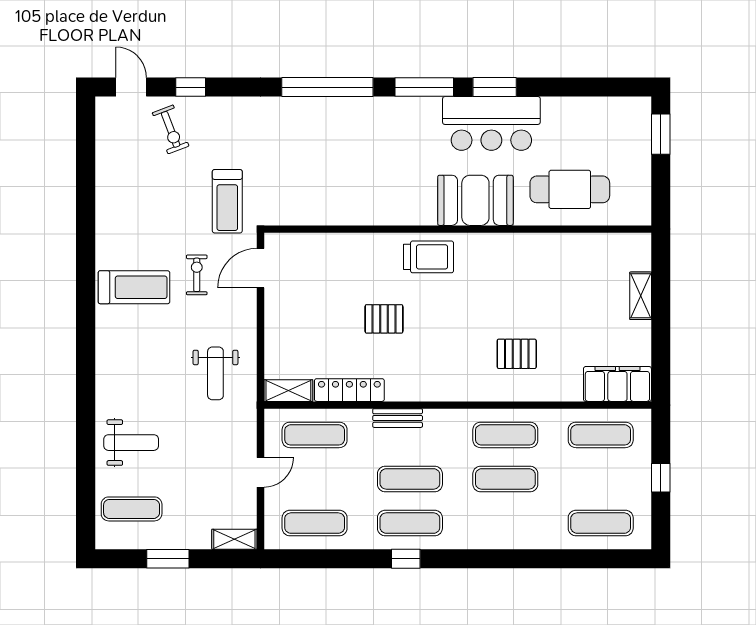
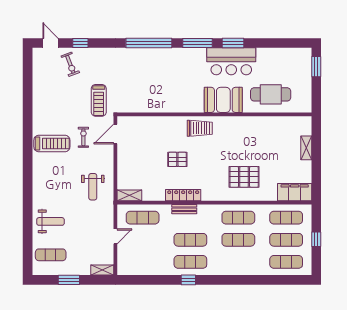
pallet: (517, 354) -> (244, 177), width x1.50, depth x1.42
locker: (349, 390) -> (183, 195), moved
exercise mat: (315, 523) -> (286, 240), moved

